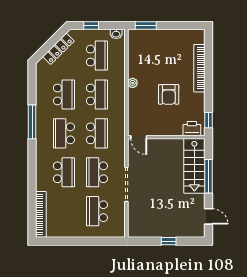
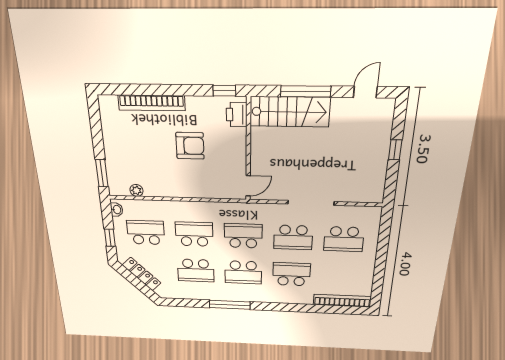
plant: (133, 83) -> (136, 190), moved
school desk: (64, 94) -> (196, 271), turned 180

